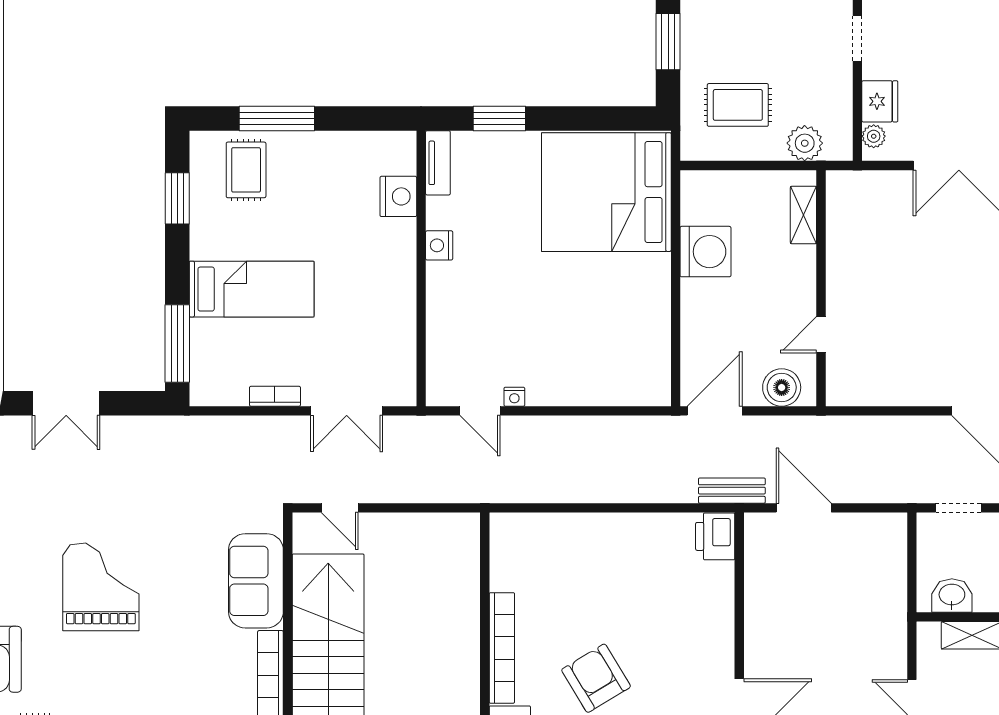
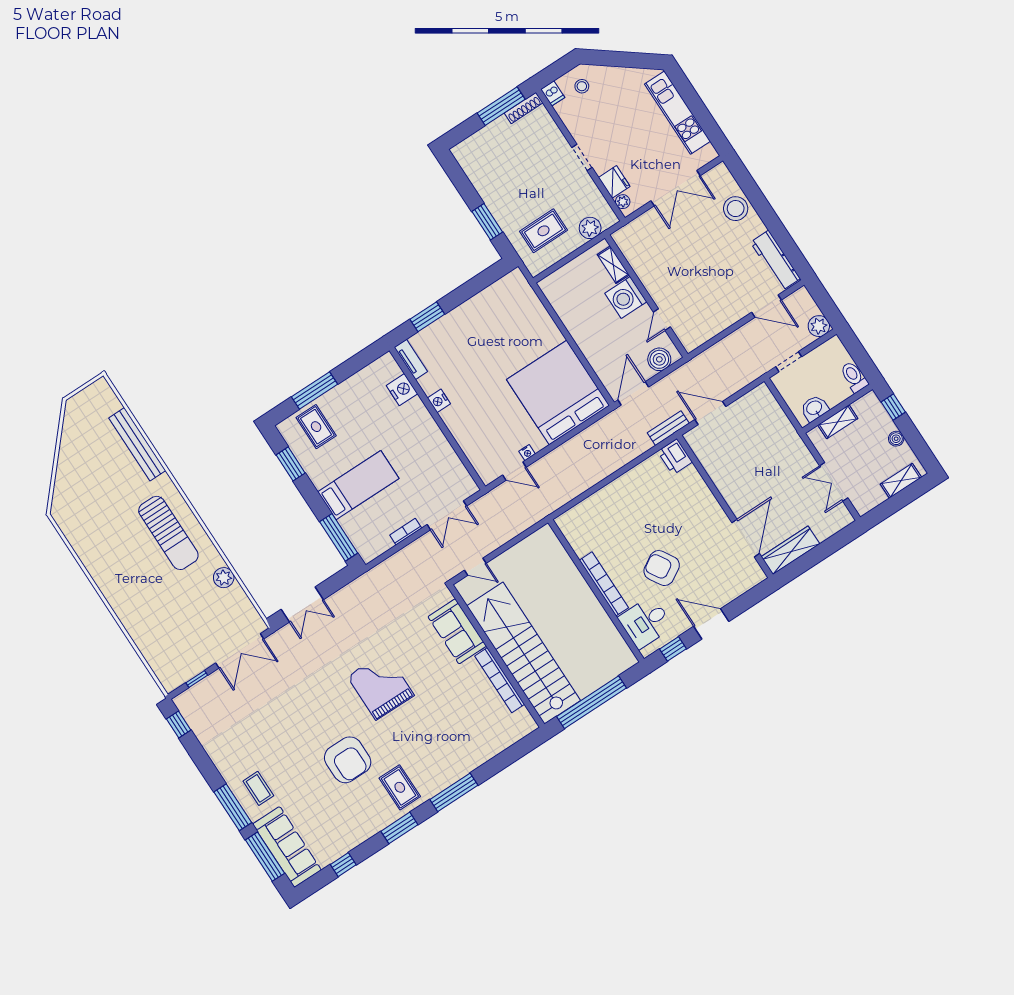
bed: (606, 192) -> (558, 393), moved, turned 90
washing machine: (705, 252) -> (626, 298), moved, turned 180

